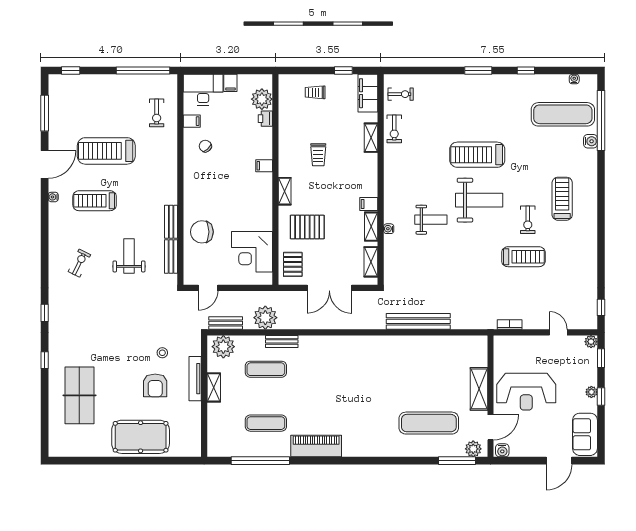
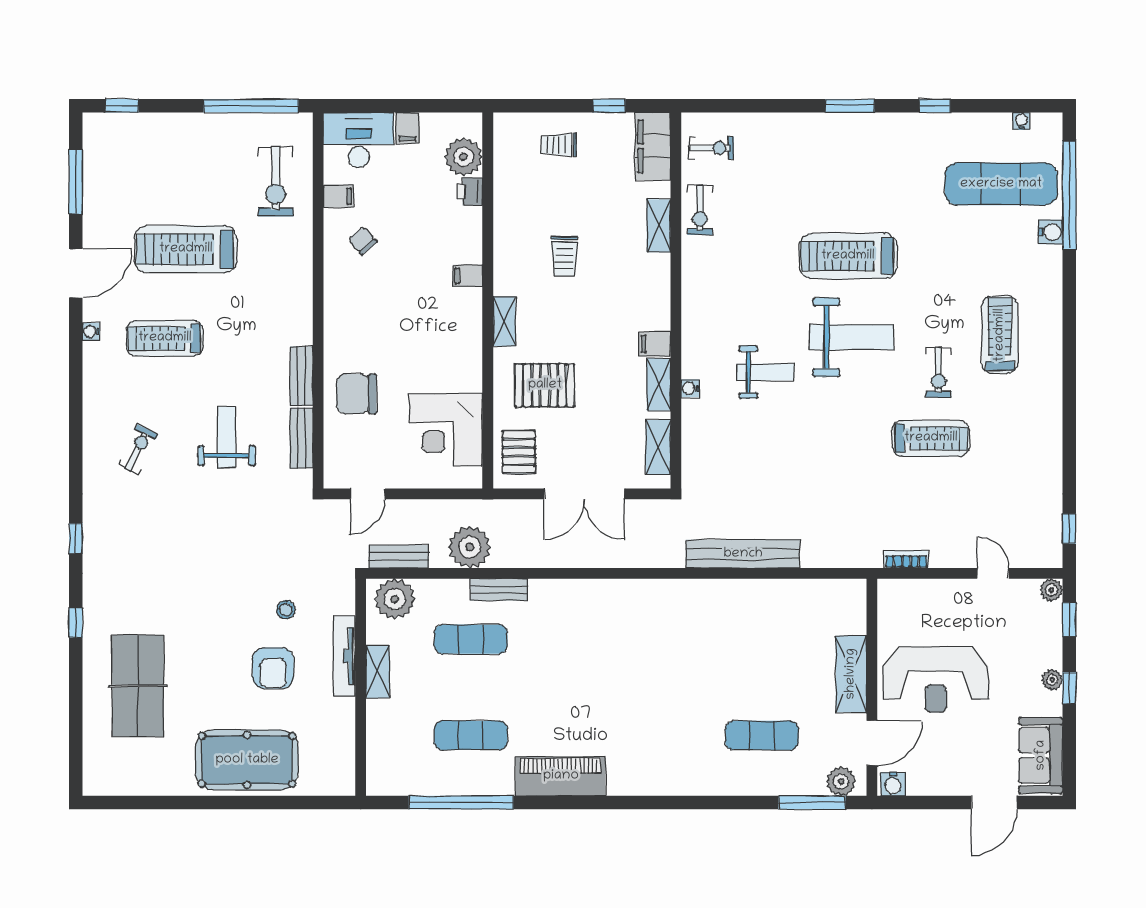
exercise bike: (157, 113) -> (276, 182), width x1.38, depth x1.39
exercise mat: (429, 423) -> (762, 735), width x0.73, depth x0.69

